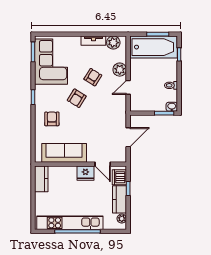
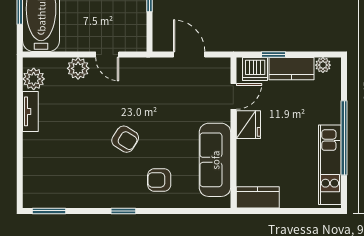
corner sofa: (51, 62) -> (65, 181), removed
armchair: (93, 77) -> (90, 113), removed
kitchen unit: (70, 223) -> (330, 165), width x0.73

